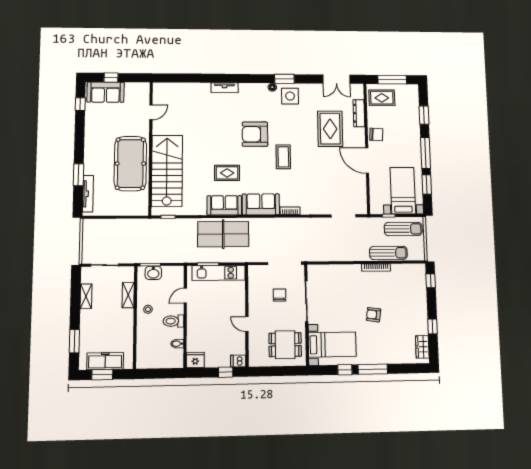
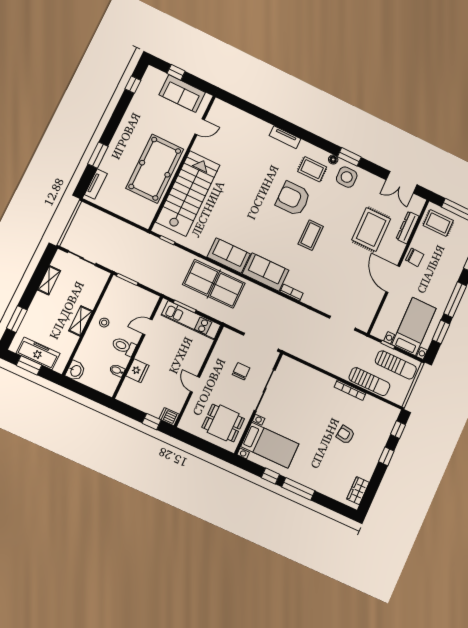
sofa: (105, 92) -> (182, 94), moved
rug: (227, 173) -> (312, 169), moved
tv unit: (88, 194) -> (96, 184), width x0.71
washbasin: (153, 273) -> (75, 371), moved, turned -90
shelving: (128, 295) -> (81, 321), moved
armchair: (374, 315) -> (345, 435), moved
window: (432, 326) -> (386, 456), moved
fridge: (195, 360) -> (137, 371), moved, turned 90

